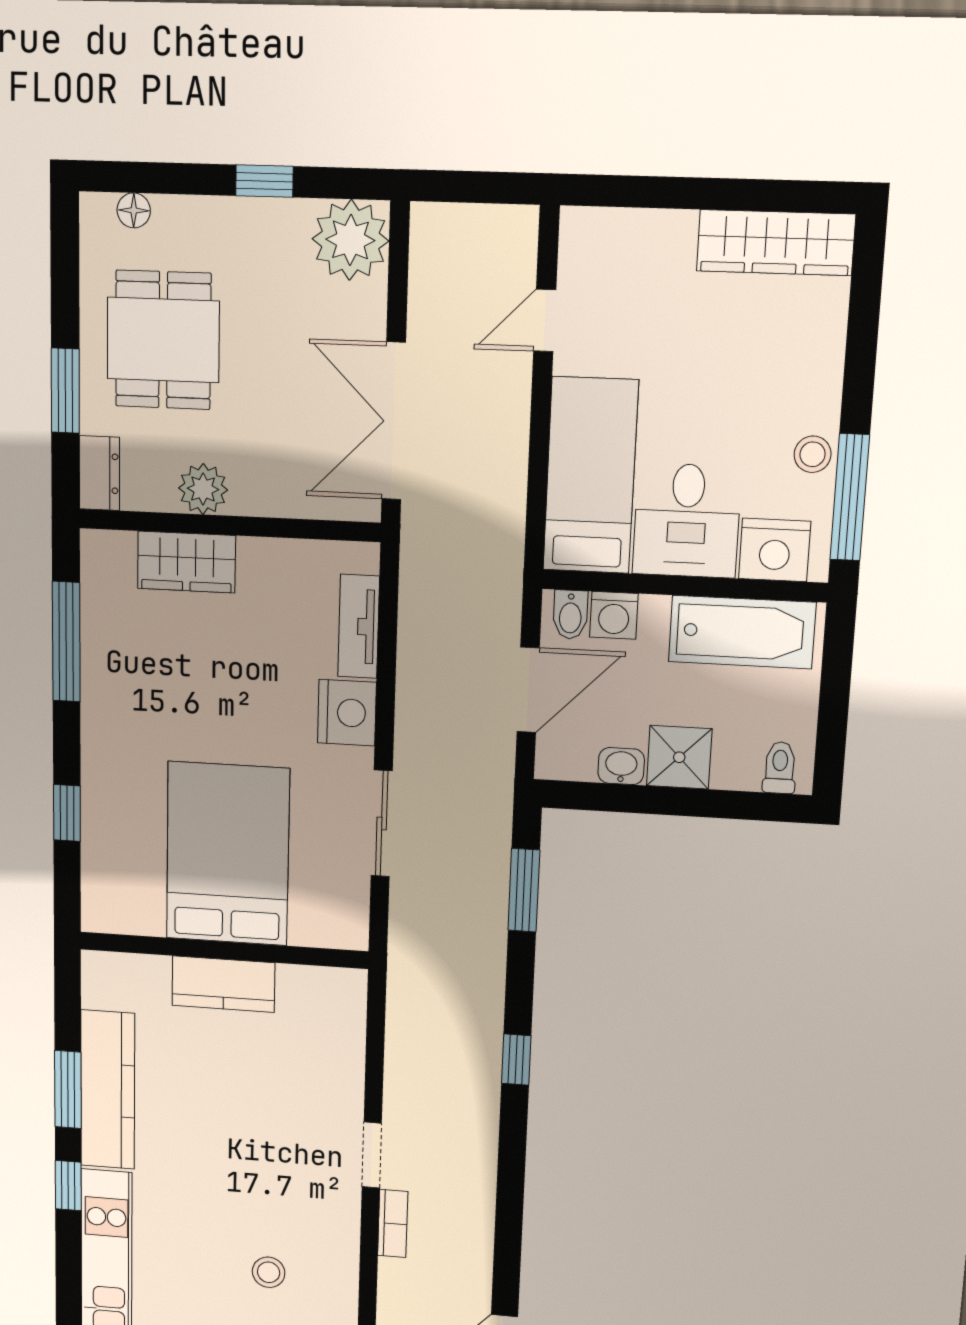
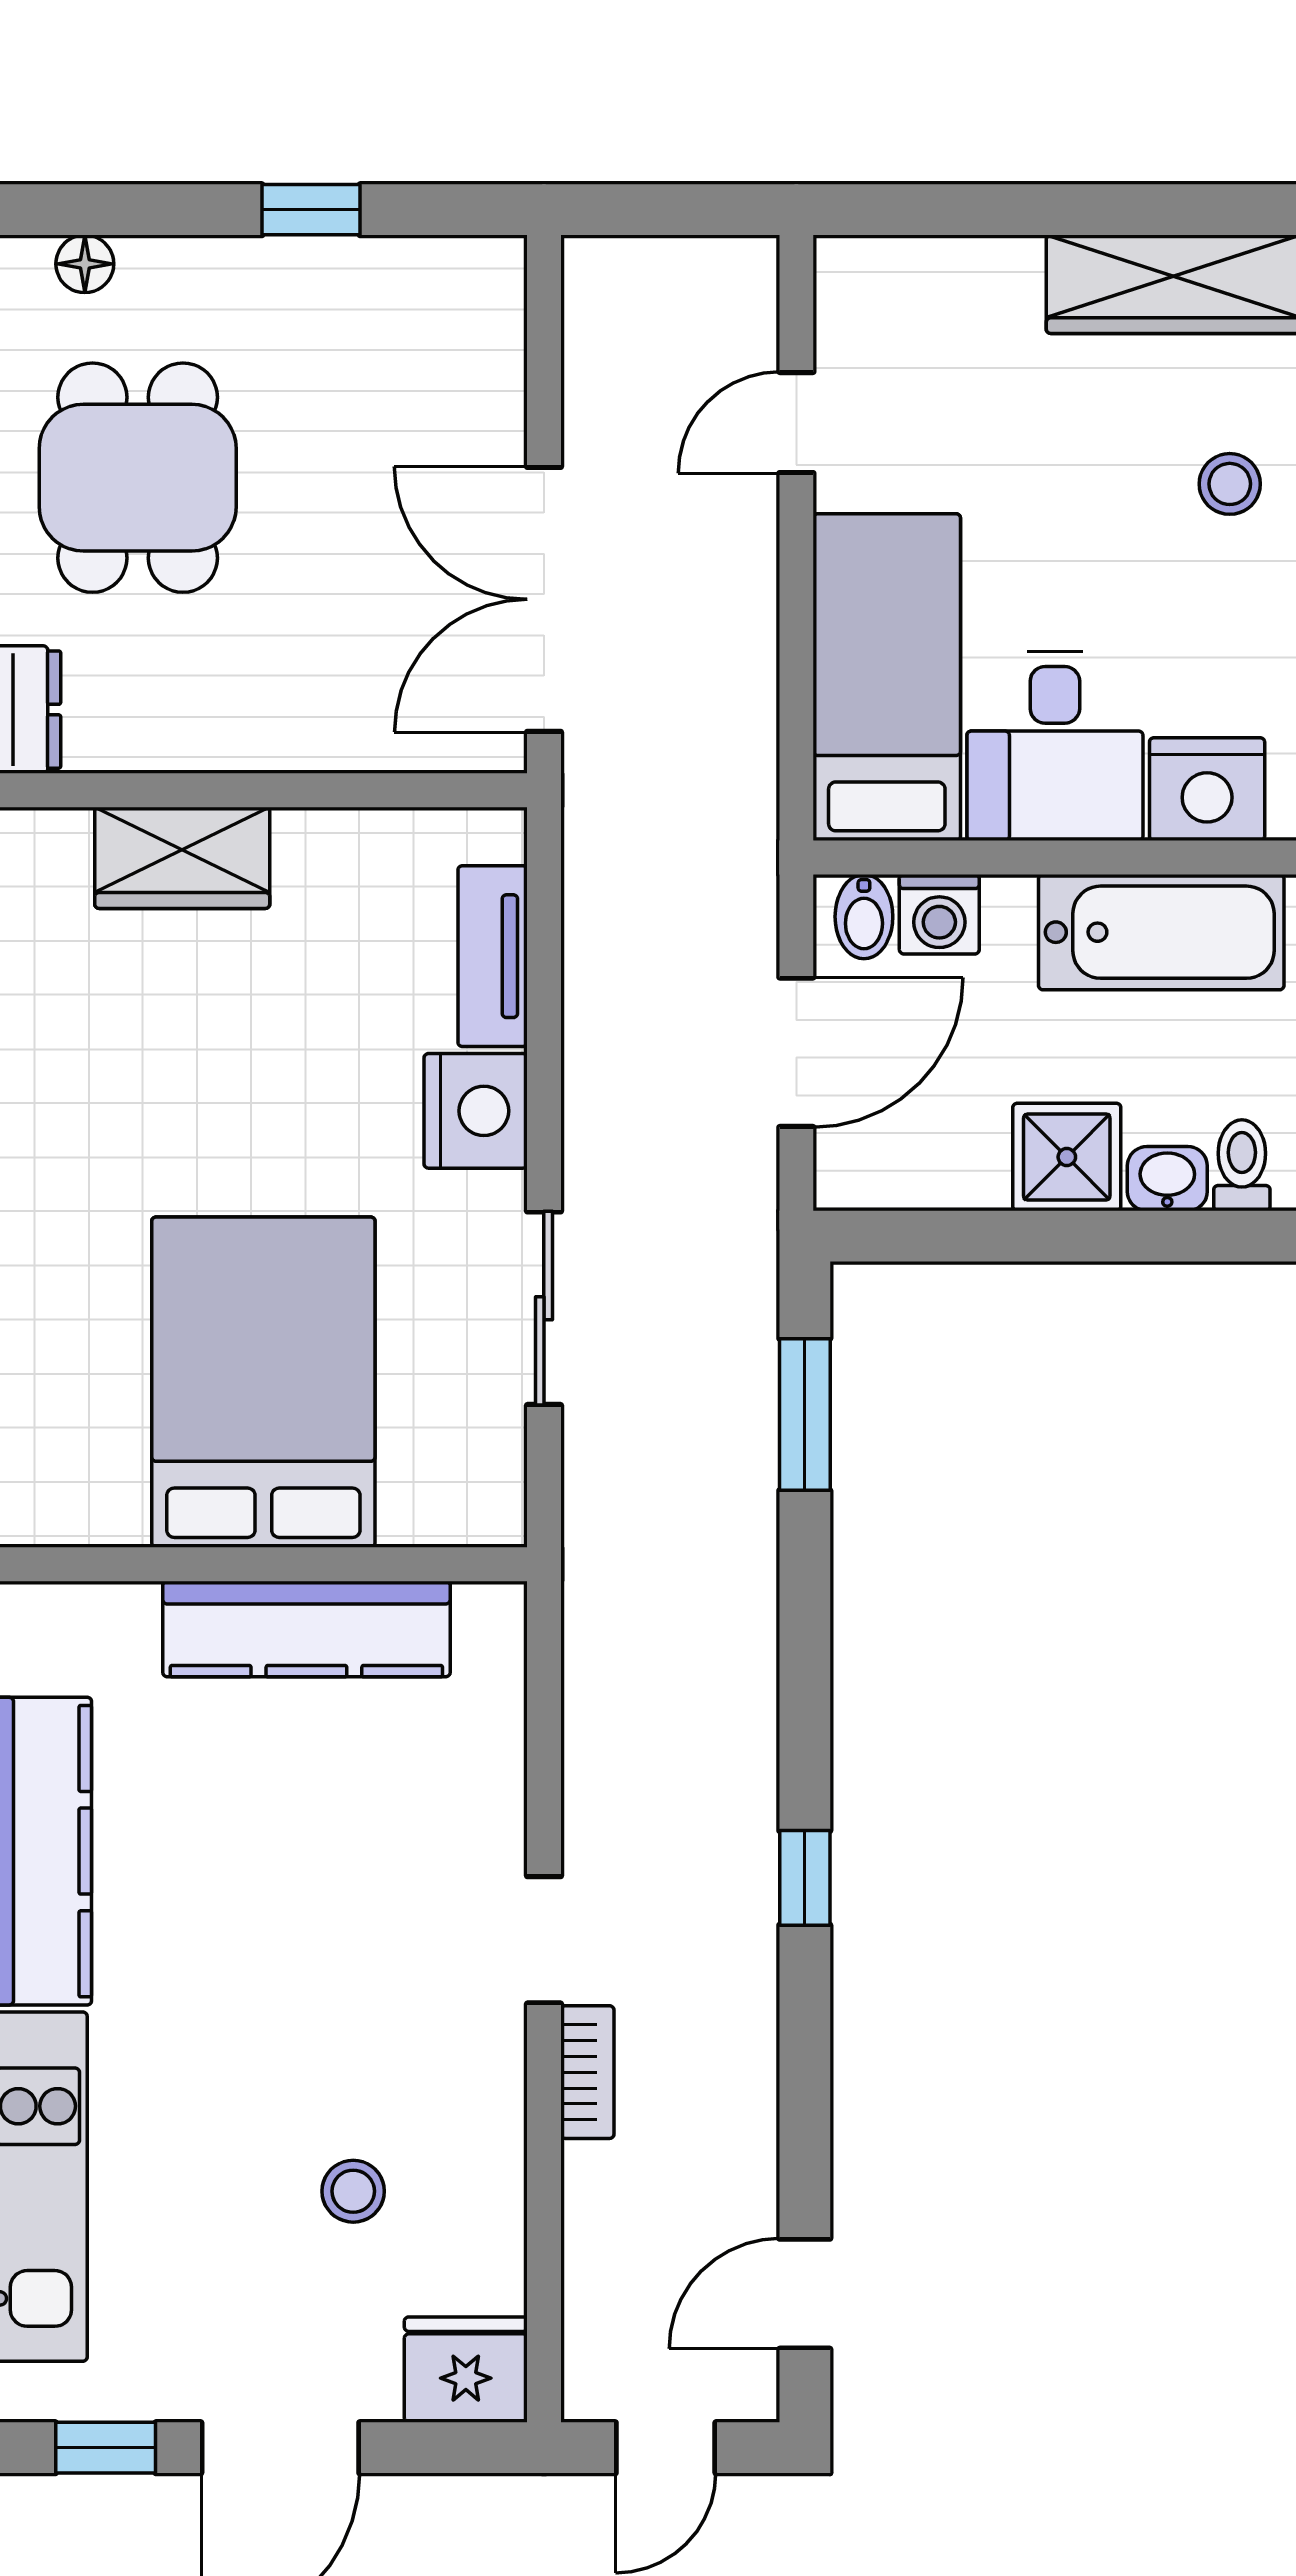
plant: (350, 240) -> (461, 301), removed
stool: (813, 454) -> (1230, 484), moved
plant: (203, 489) -> (211, 729), removed
washbasin: (621, 766) -> (1167, 1179), moved
kitchen counter: (223, 984) -> (306, 1629), width x1.50
window: (516, 1059) -> (805, 1878), moved

